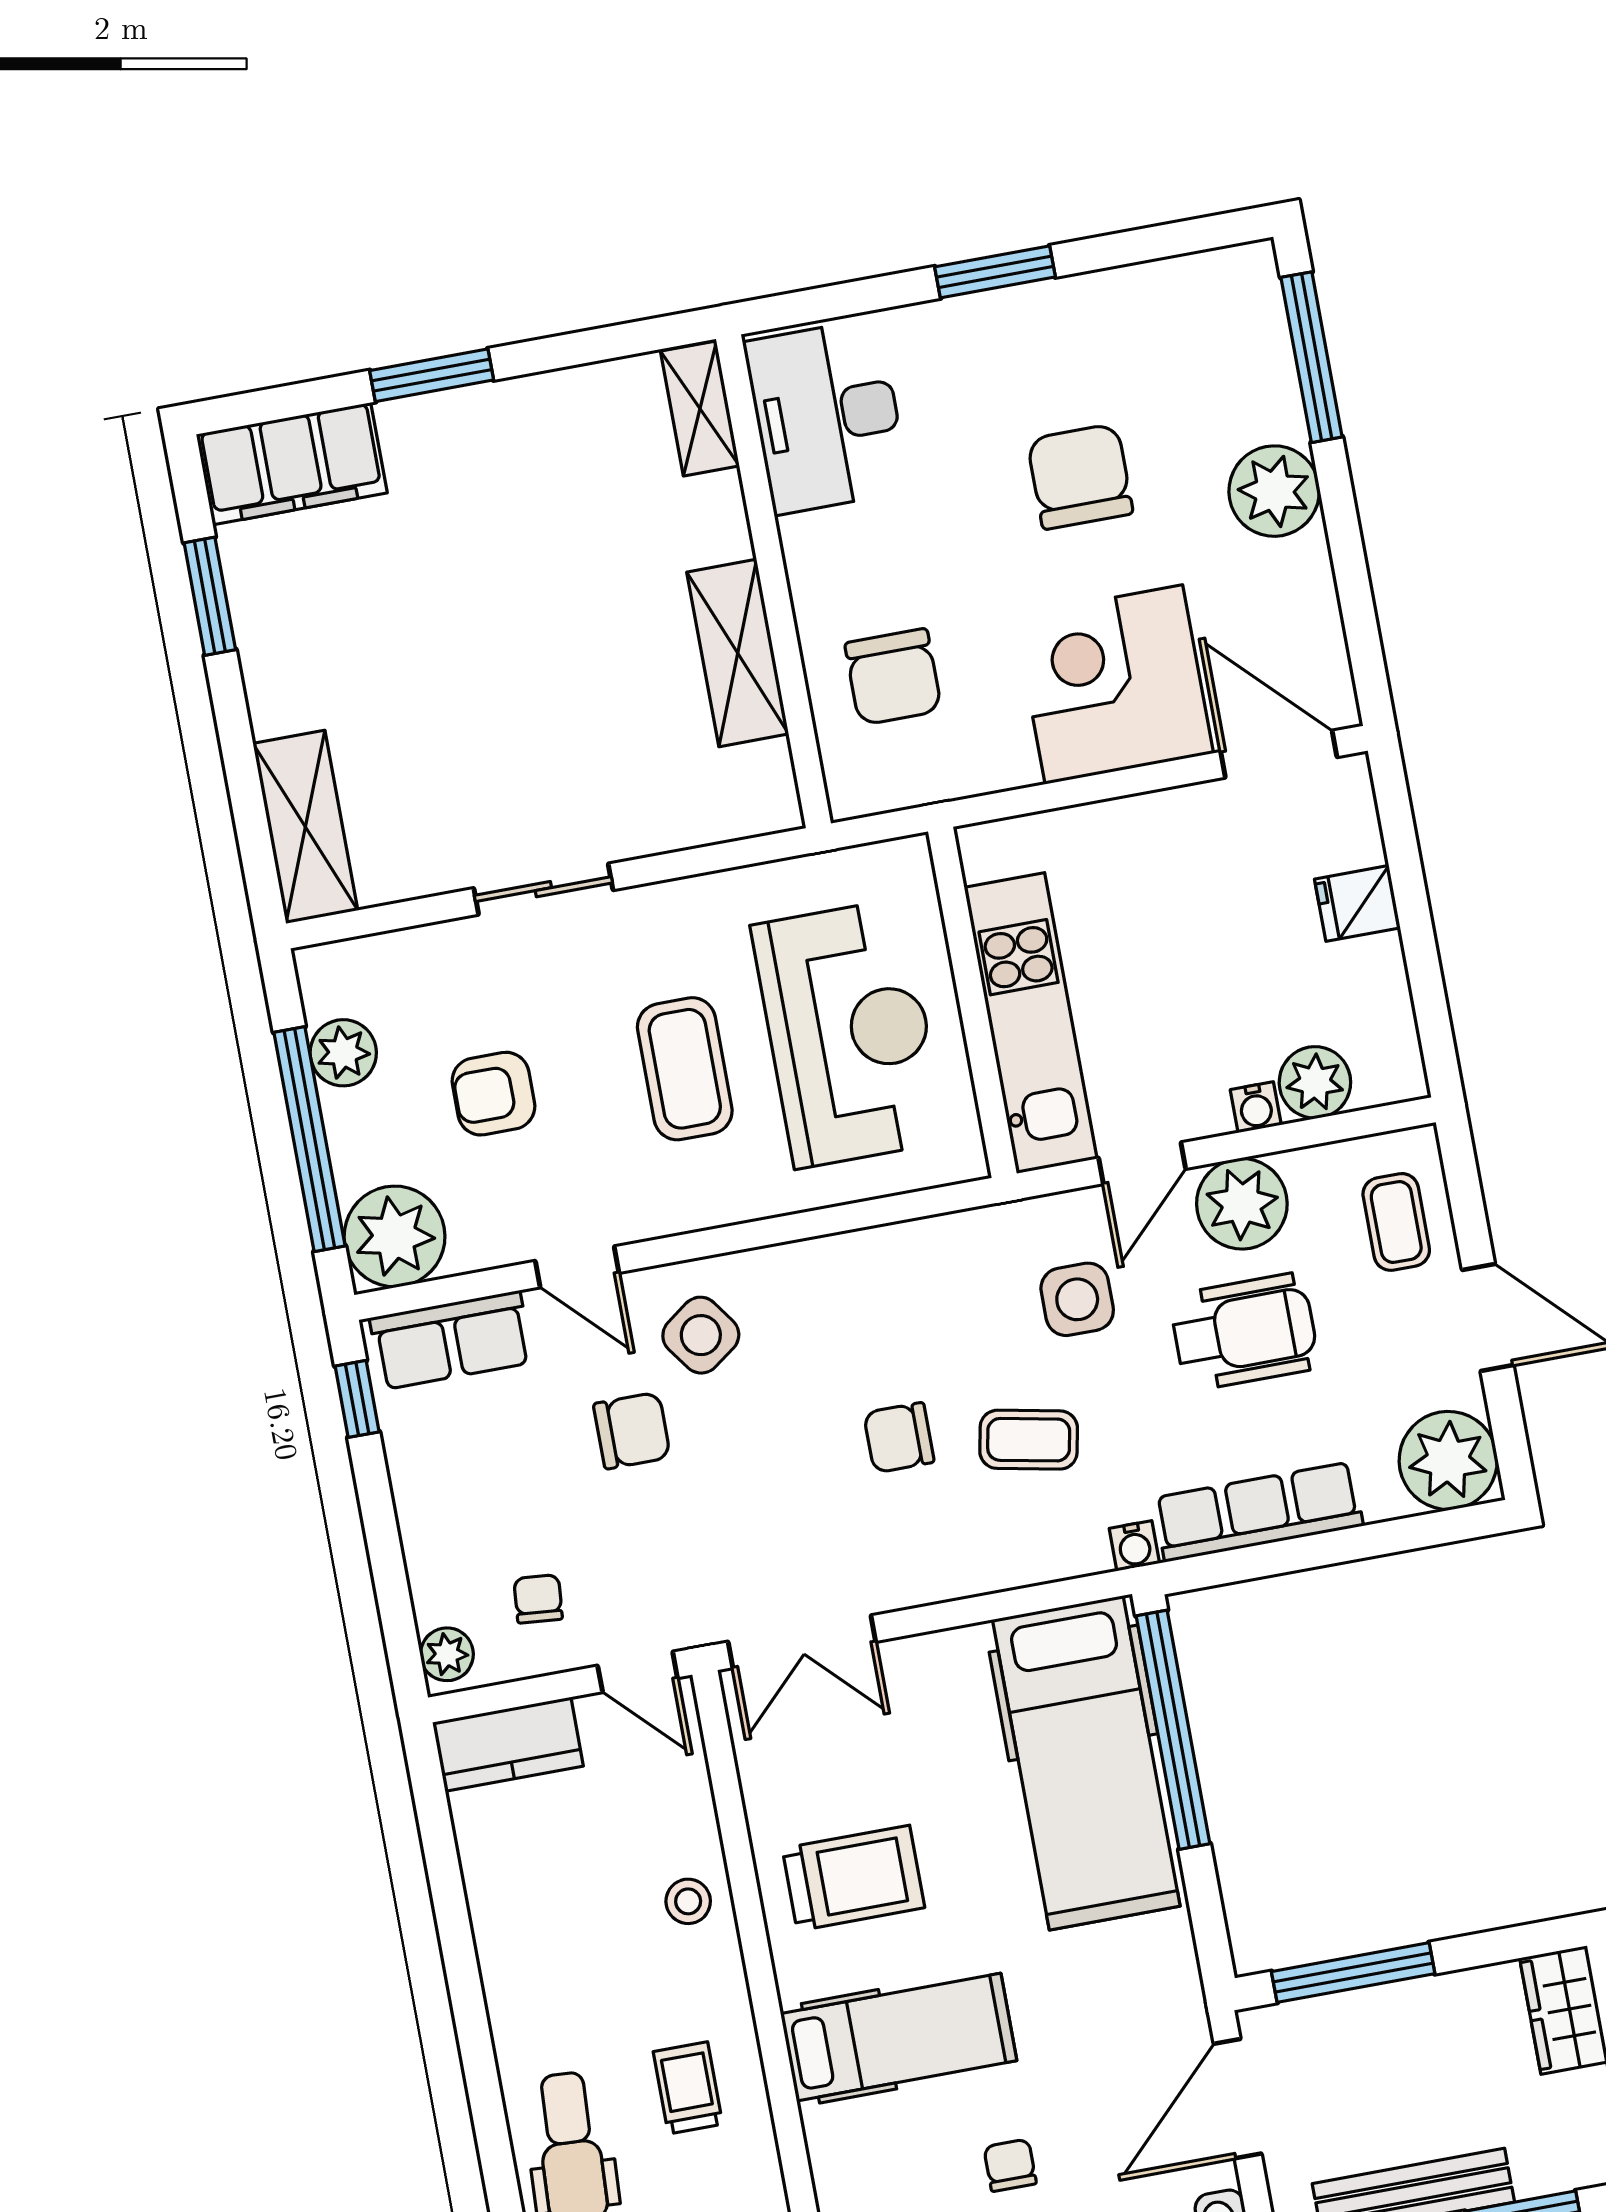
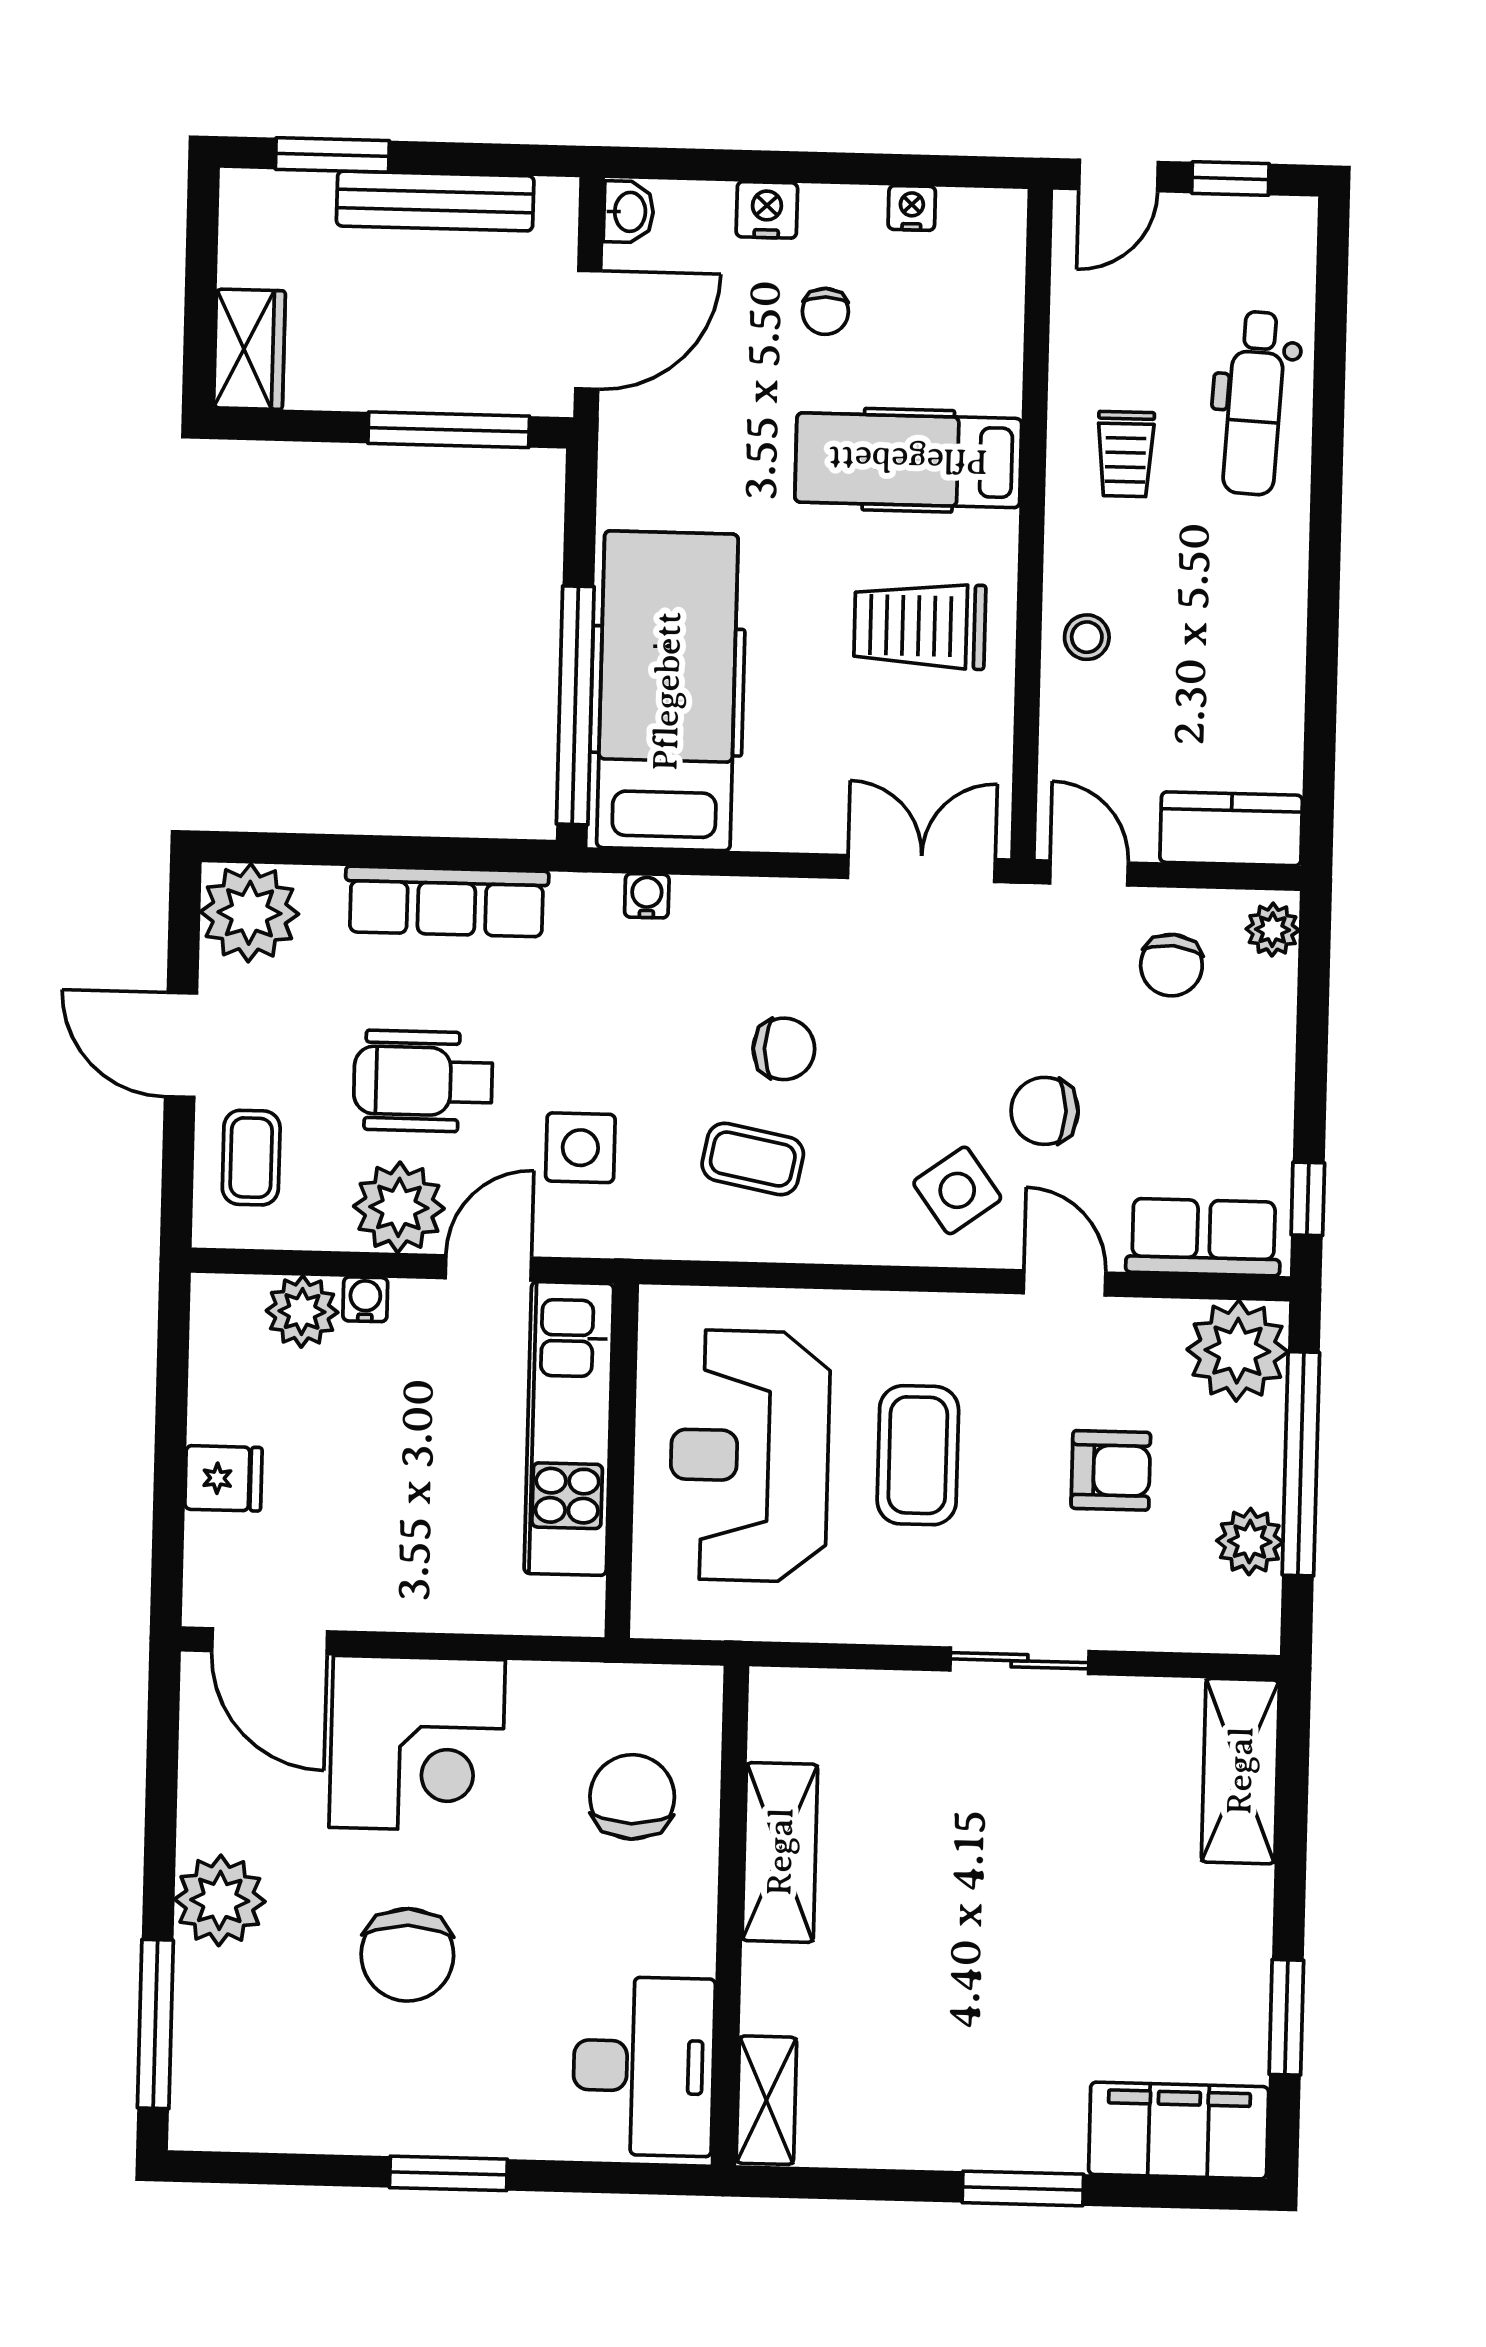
coffee table: (1029, 1440) -> (753, 1159), moved
water cooler: (1134, 1546) -> (647, 896), moved
chair: (538, 1599) -> (1171, 965), width x1.37, depth x1.37

